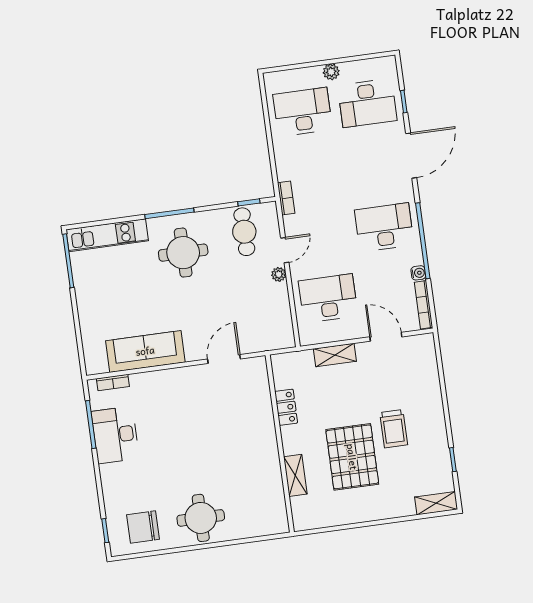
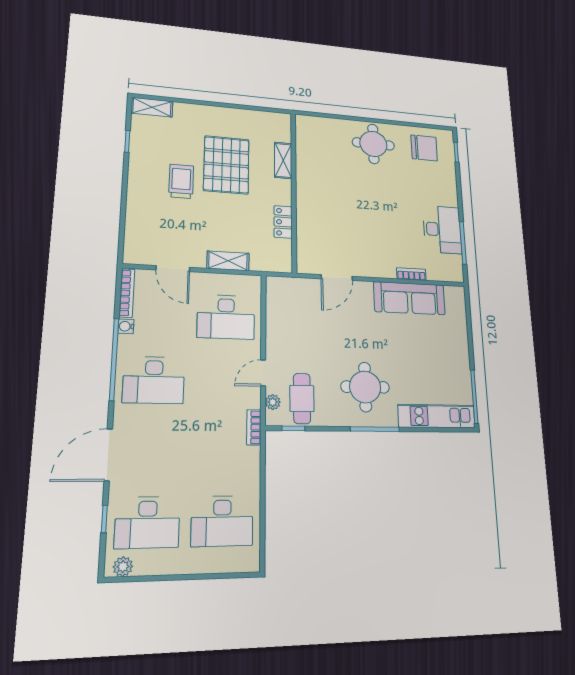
plant: (331, 72) -> (123, 567), moved
desk: (367, 103) -> (147, 522), turned 180
plant: (279, 274) -> (273, 402), moved
bookcase: (113, 382) -> (411, 274), moved

